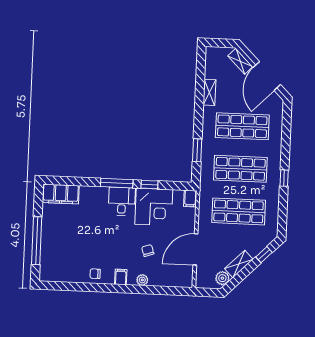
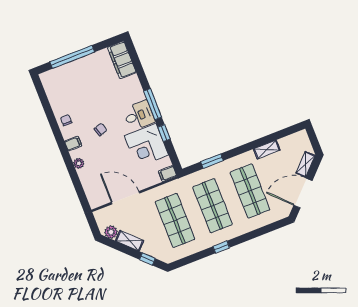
chair: (148, 250) -> (101, 130), moved

